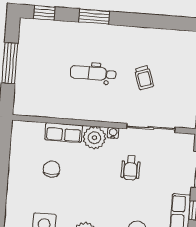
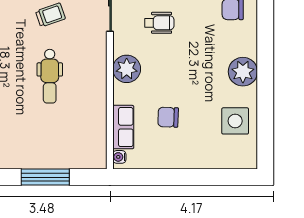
row of seats: (64, 132) -> (123, 127), moved
water cooler: (113, 133) -> (119, 157), moved

